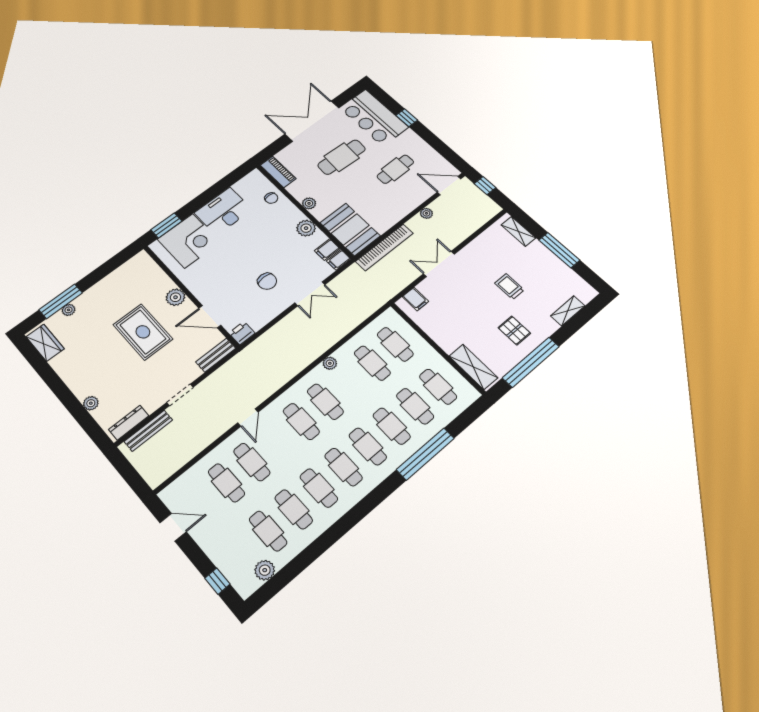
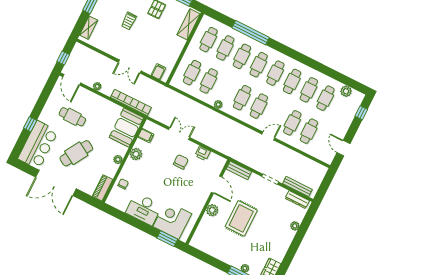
cafe table: (342, 157) -> (76, 153), turned -62
filing cabinet: (339, 260) -> (150, 126), removed
printer: (242, 333) -> (203, 153), moved

